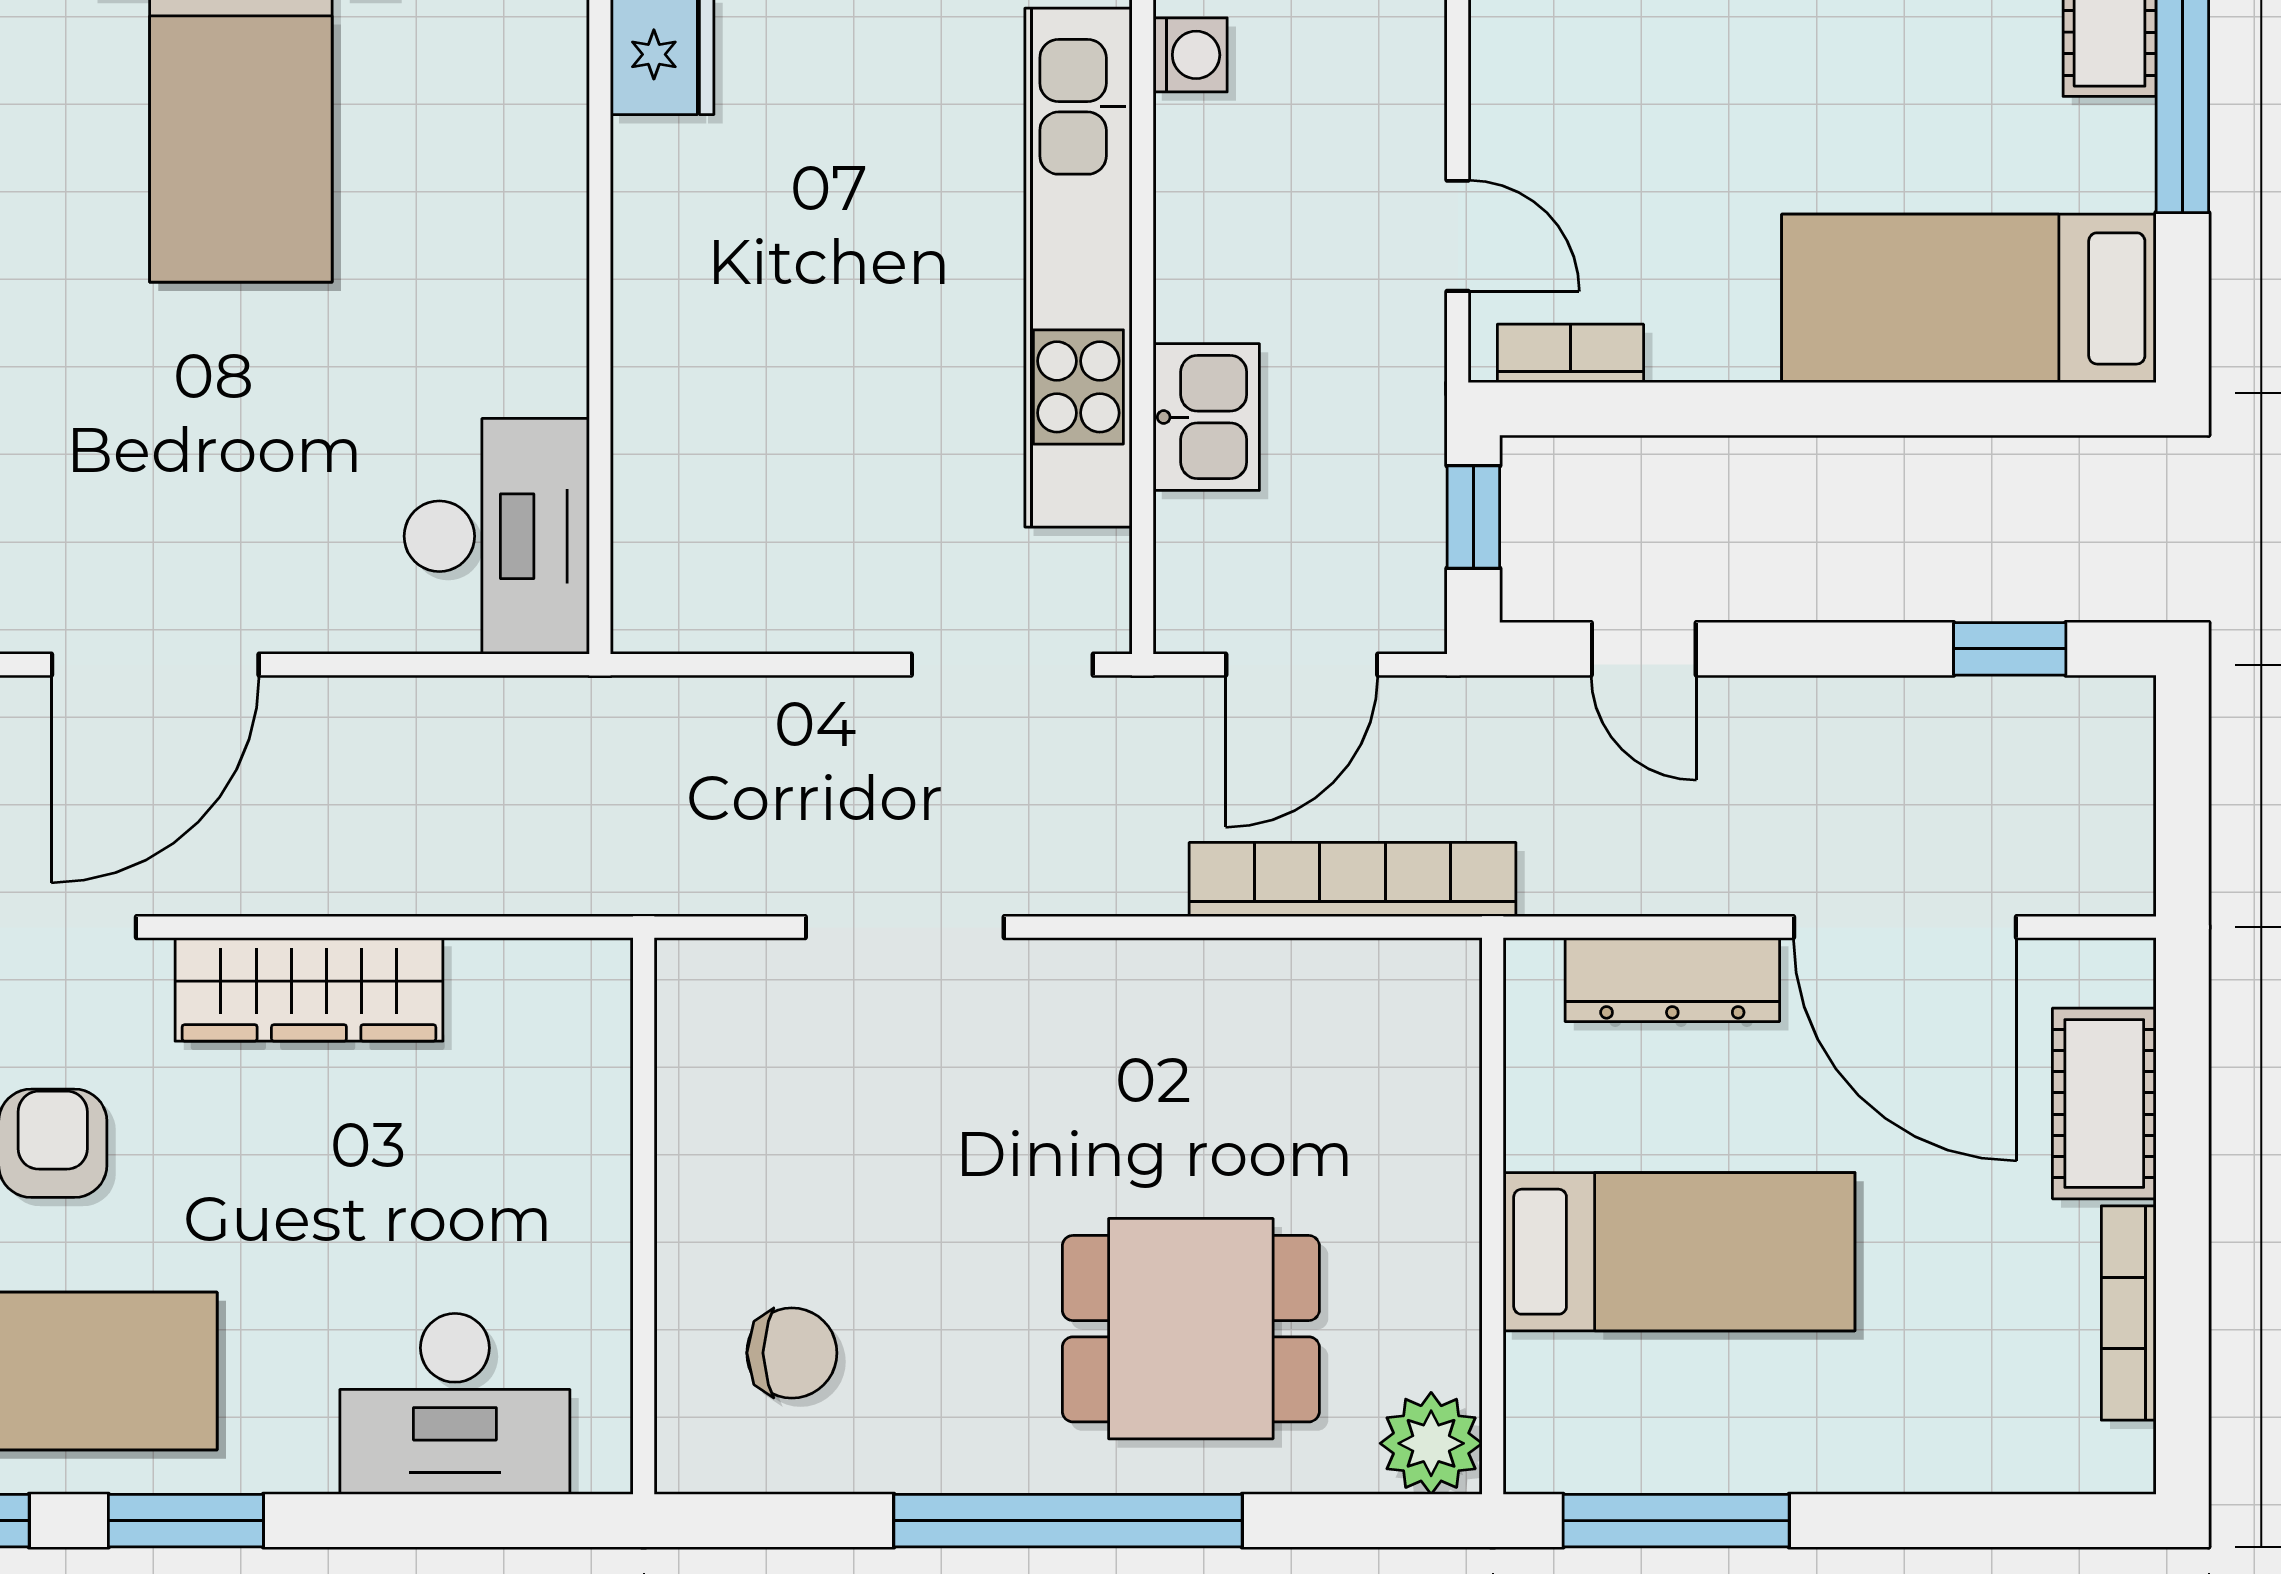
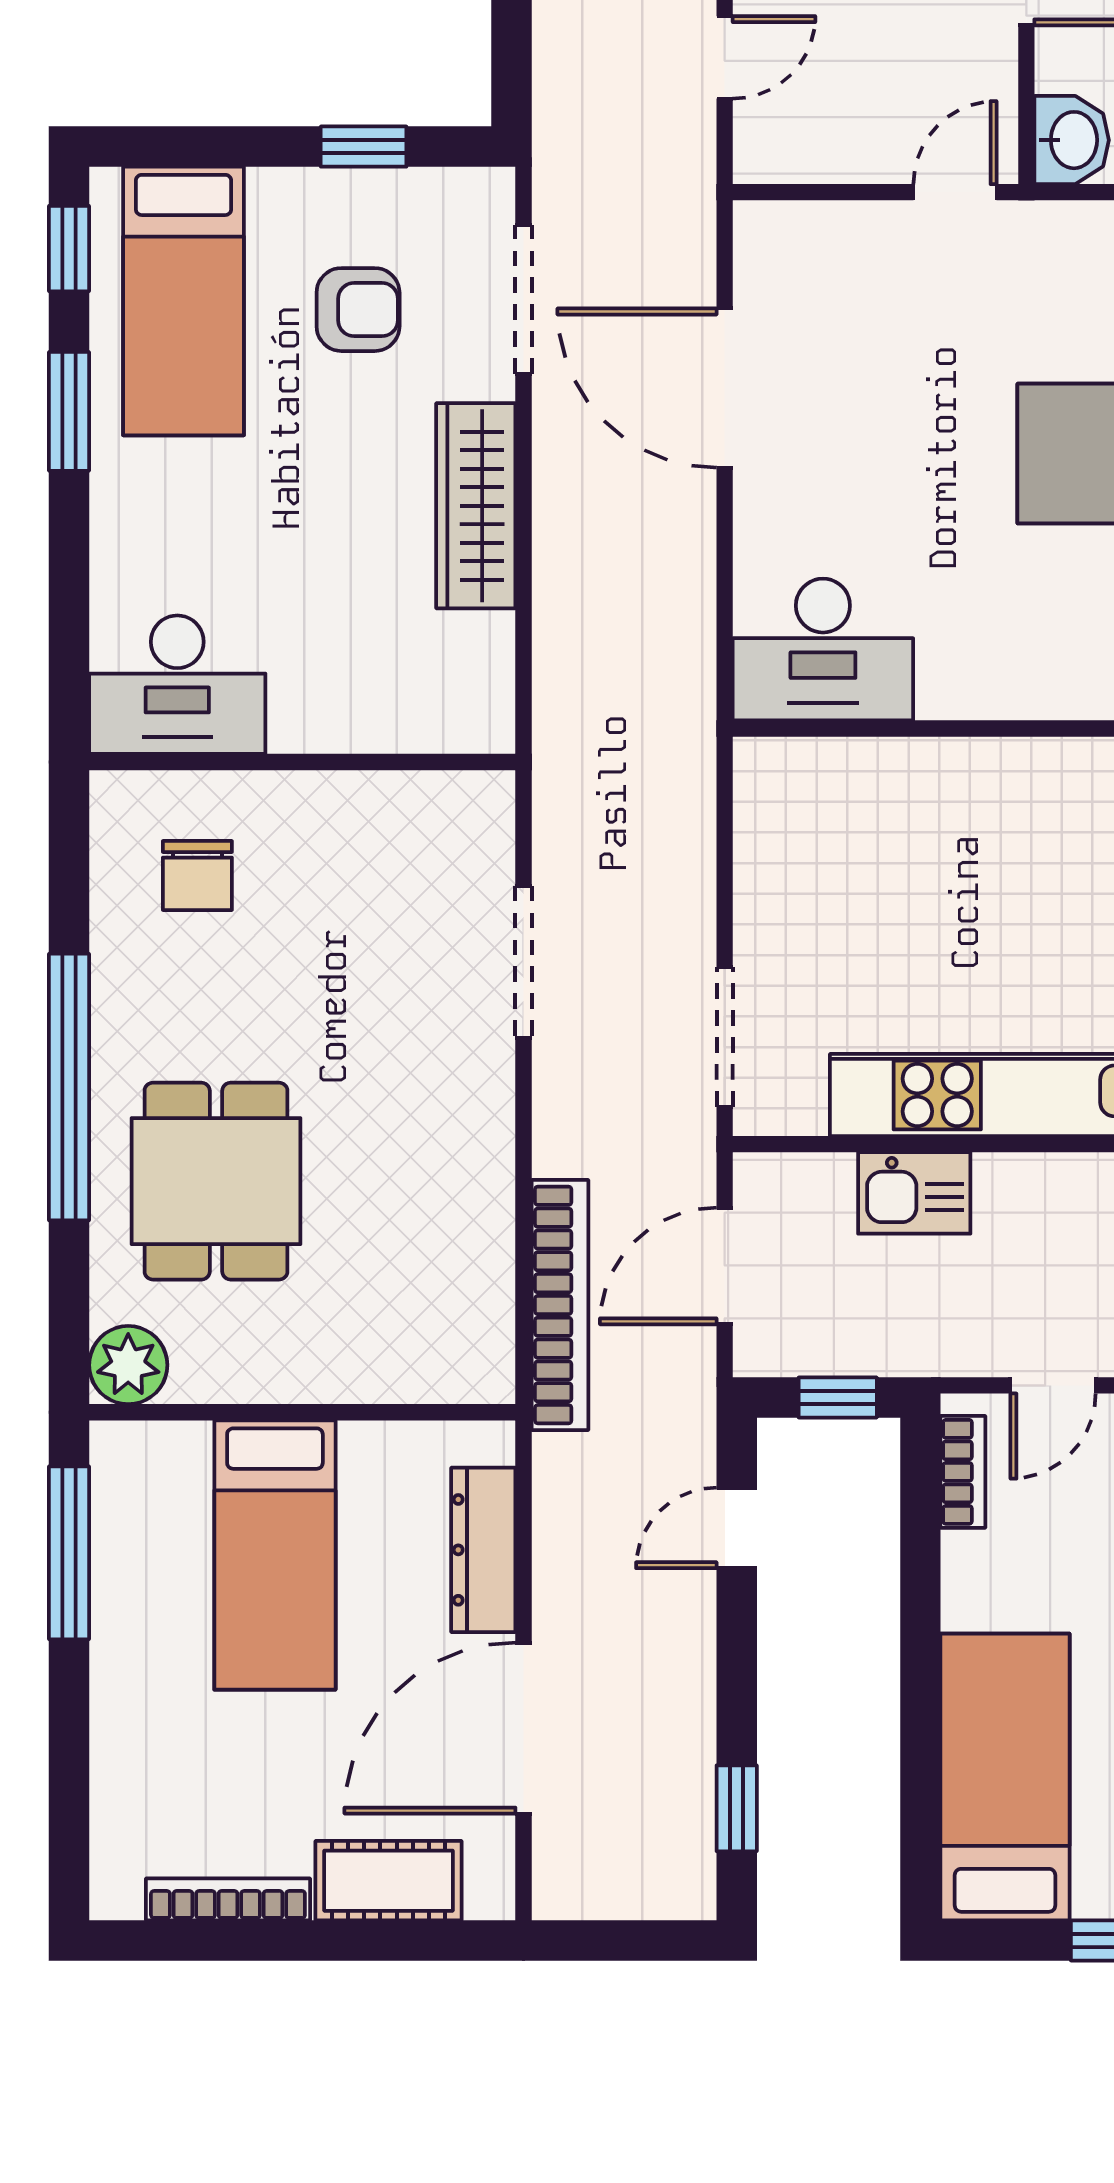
door: (1302, 665) -> (725, 1266), hinge flipped
desk: (455, 1404) -> (177, 685), moved, turned -90

